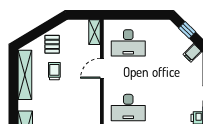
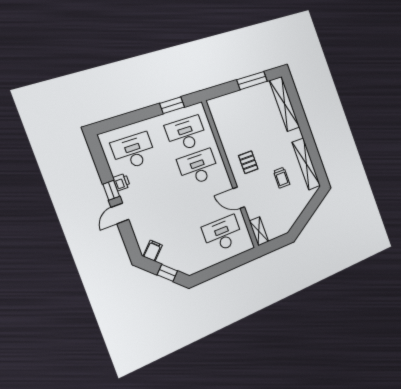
pallet: (52, 44) -> (248, 162), moved
door: (102, 68) -> (239, 198), swing flipped

